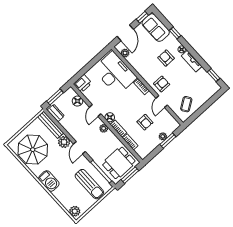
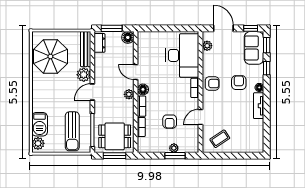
door: (125, 33) -> (223, 28), swing flipped
window: (214, 75) -> (267, 45), moved
printer: (83, 84) -> (146, 39), removed
armchair: (162, 84) -> (212, 84), moved
floor lamp: (78, 101) -> (128, 37), moved
door: (95, 111) -> (136, 72), hinge flipped
barbecue: (49, 181) -> (40, 124), moved

